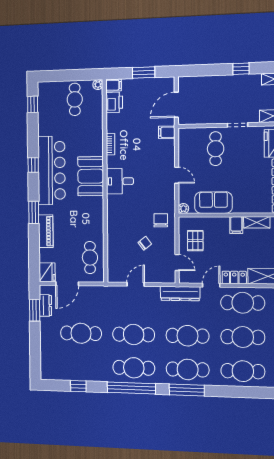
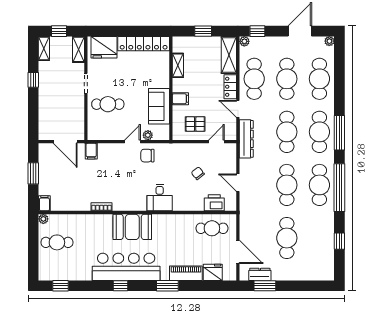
printer: (114, 102) -> (214, 203), moved
desk: (120, 181) -> (160, 198), moved
plant: (183, 209) -> (148, 135), moved
chair: (161, 220) -> (147, 156), moved
filing cabinet: (236, 225) -> (180, 99), moved
fridge: (47, 272) -> (213, 272), moved

